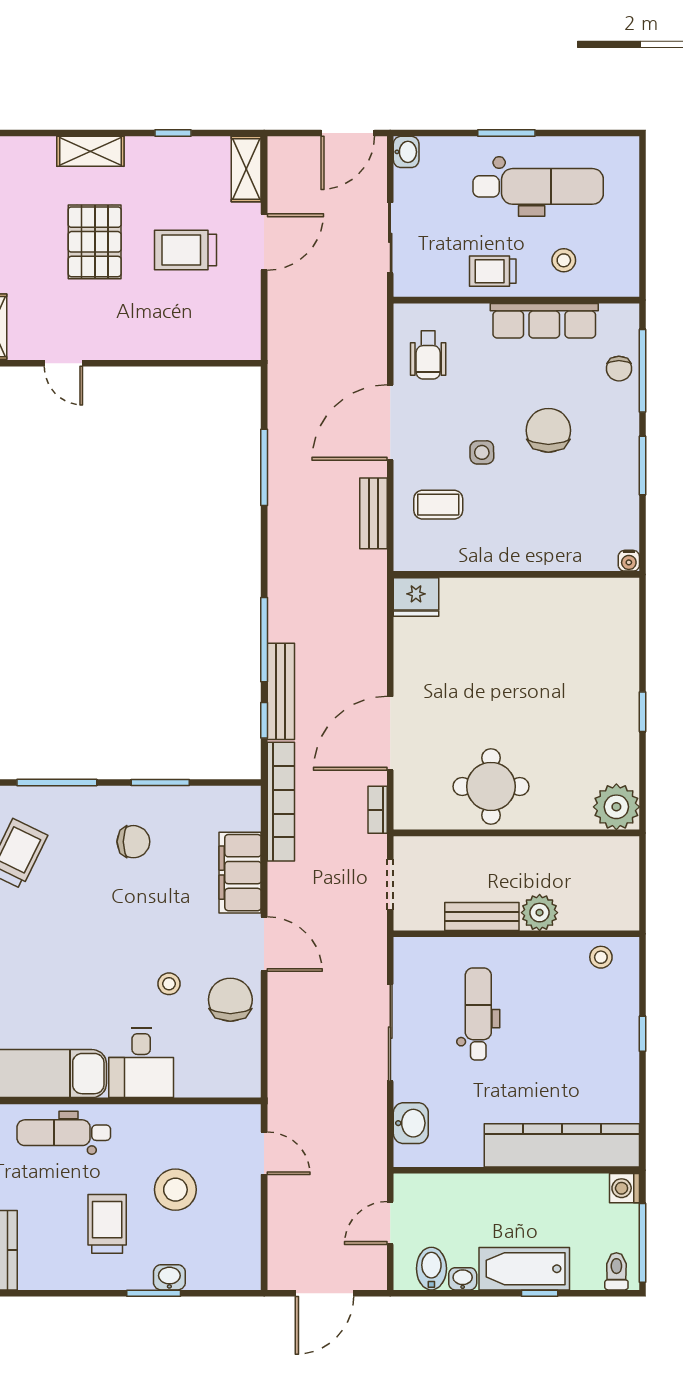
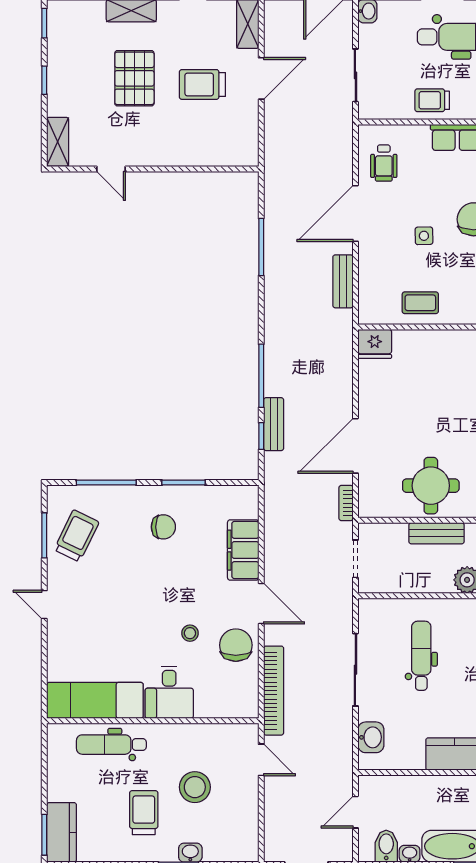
coffee table: (438, 505) -> (420, 303), moved
bench: (281, 691) -> (274, 424), width x0.73
bookcase: (281, 802) -> (274, 691), moved
bench: (482, 916) -> (437, 533), moved

